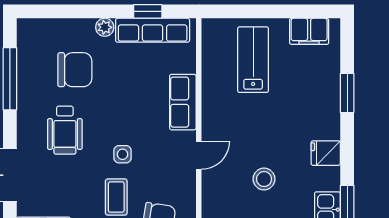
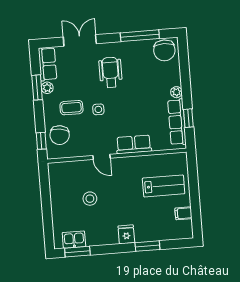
filing cabinet: (309, 31) -> (183, 213), width x0.50
chair: (75, 70) -> (164, 50), moved
wheelchair: (65, 130) -> (111, 72), turned 90
fridge: (326, 153) -> (126, 234), moved

